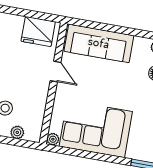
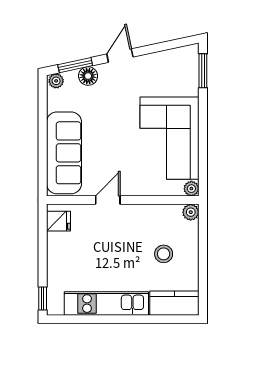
fridge: (38, 31) -> (58, 221), width x0.53, depth x0.75
plant: (17, 132) -> (191, 212), moved

